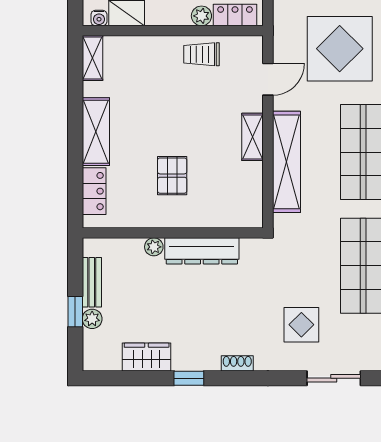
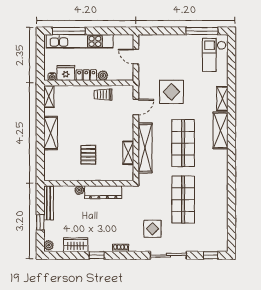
locker: (235, 15) -> (86, 75), moved
display table: (340, 49) -> (171, 92), width x0.73, depth x0.73
shelving: (253, 137) -> (128, 153), moved
locker: (94, 191) -> (50, 162), removed
bench: (92, 282) -> (49, 203), width x1.36
plant: (92, 319) -> (49, 245), moved
sliding door: (334, 378) -> (168, 255), width x1.37

